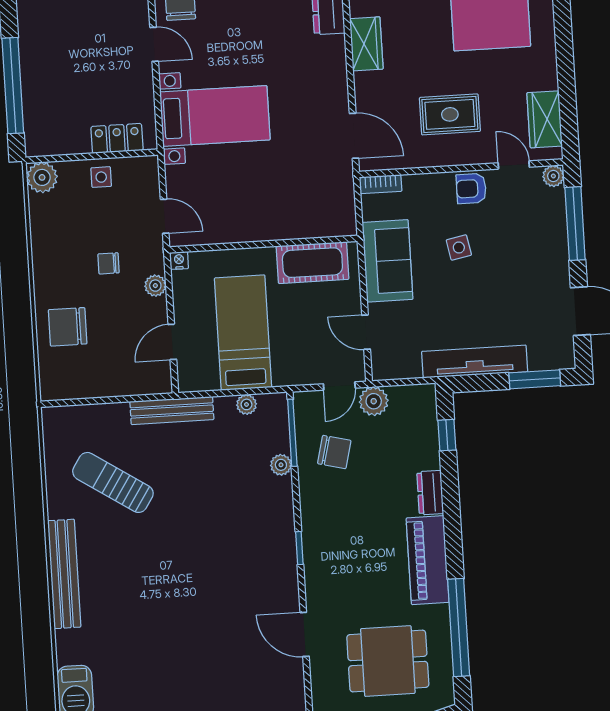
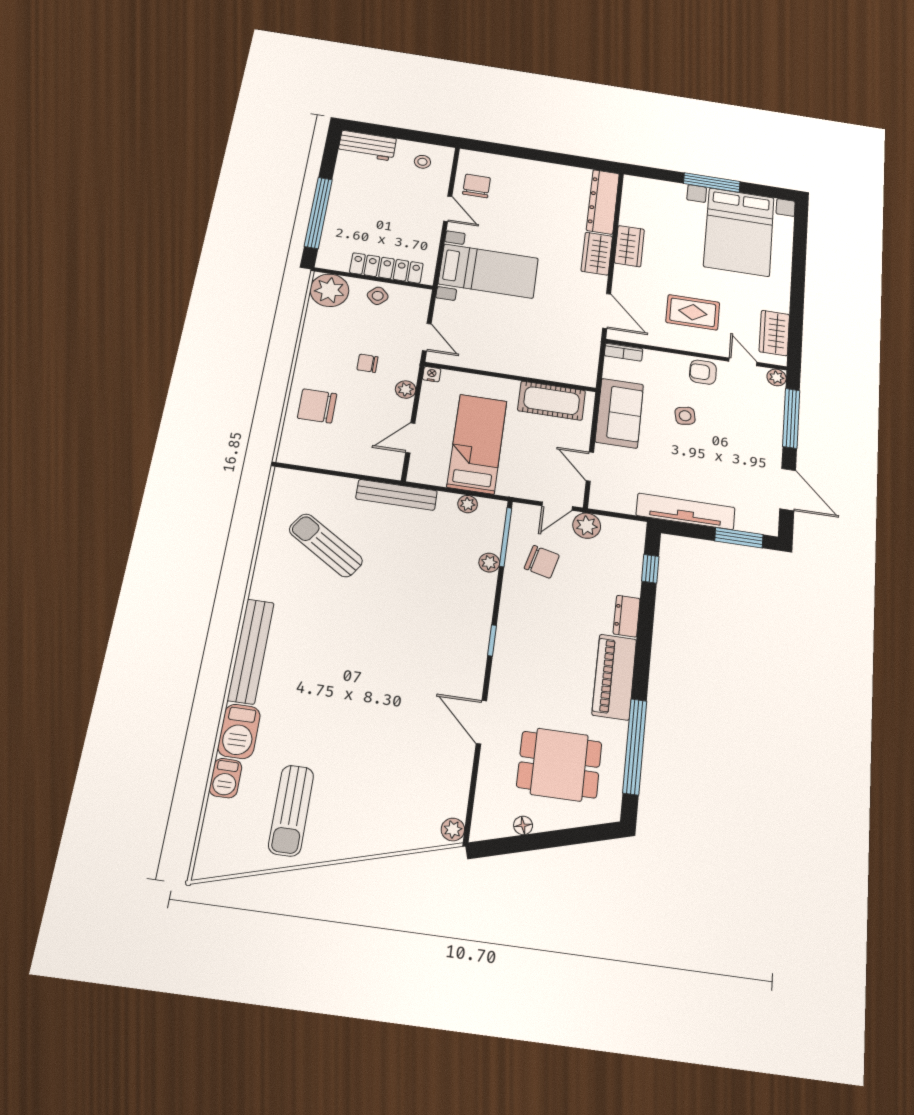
wardrobe: (331, 63) -> (597, 254), added
locker: (117, 138) -> (386, 268), width x1.53
plant: (42, 177) -> (329, 290), width x1.36, depth x1.36
side table: (101, 177) -> (378, 296), turned 45
bench: (64, 574) -> (251, 651), moved

